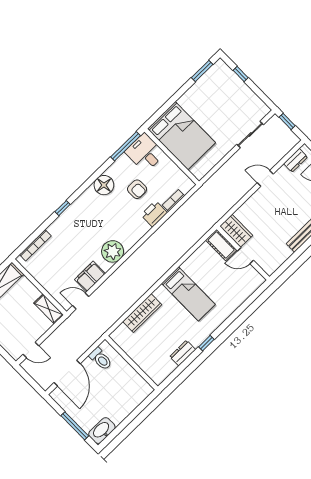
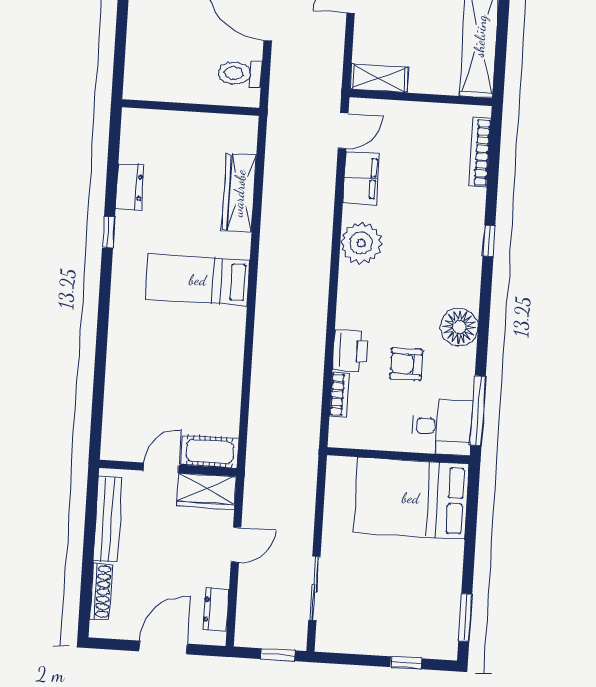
wardrobe: (236, 231) -> (207, 491), moved
cot: (221, 245) -> (210, 451), moved
wall: (243, 253) -> (168, 468), moved
door: (246, 256) -> (161, 468), moved

